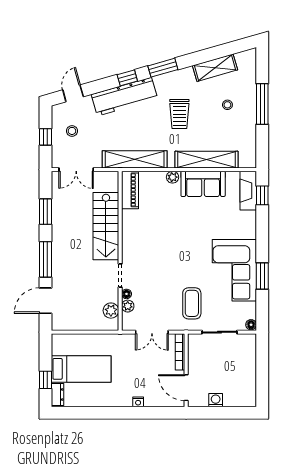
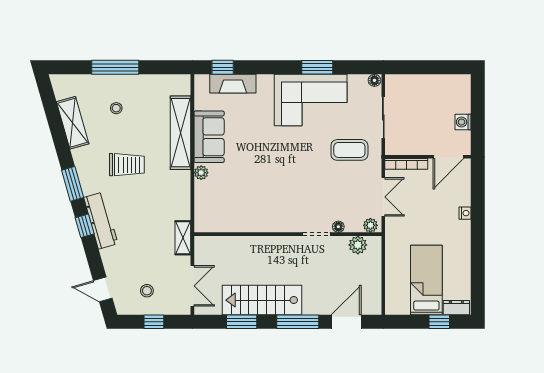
workbench: (124, 97) -> (101, 221), width x0.73, depth x0.76
shelving: (135, 159) -> (183, 238), width x0.45, depth x0.75
piano: (130, 190) -> (216, 223), removed
fireplace: (248, 191) -> (233, 84), moved
stairs: (106, 226) -> (262, 300), moved, turned 180
door: (45, 301) -> (346, 322), swing flipped
plant: (128, 306) -> (370, 225), moved

